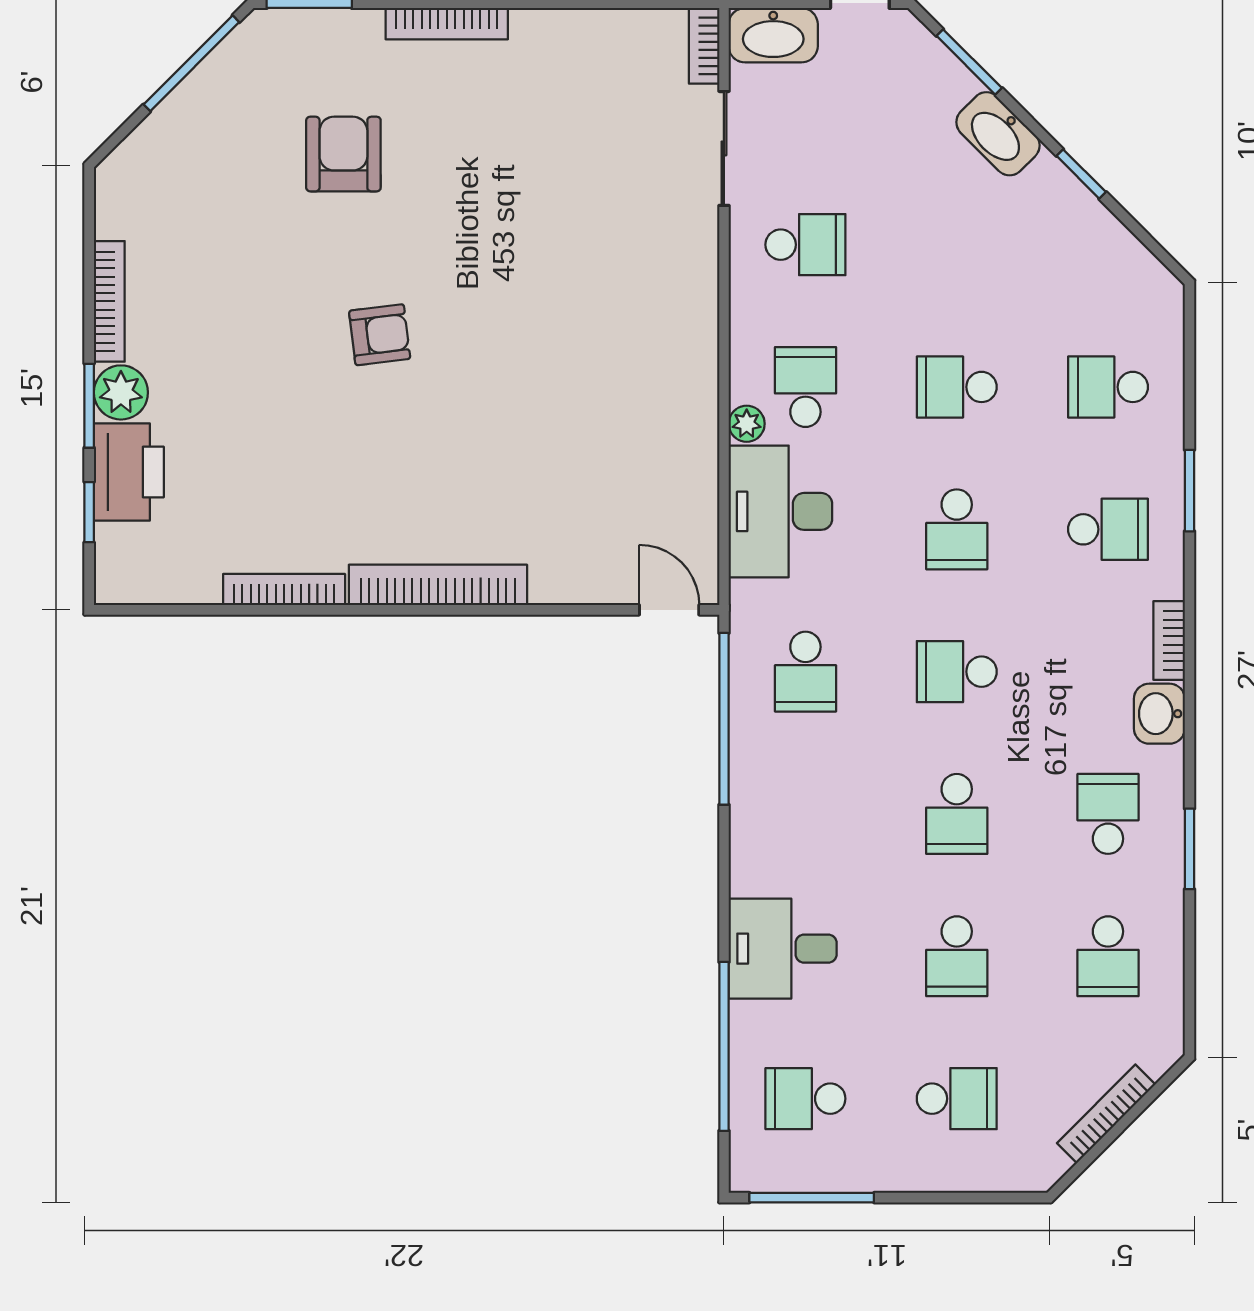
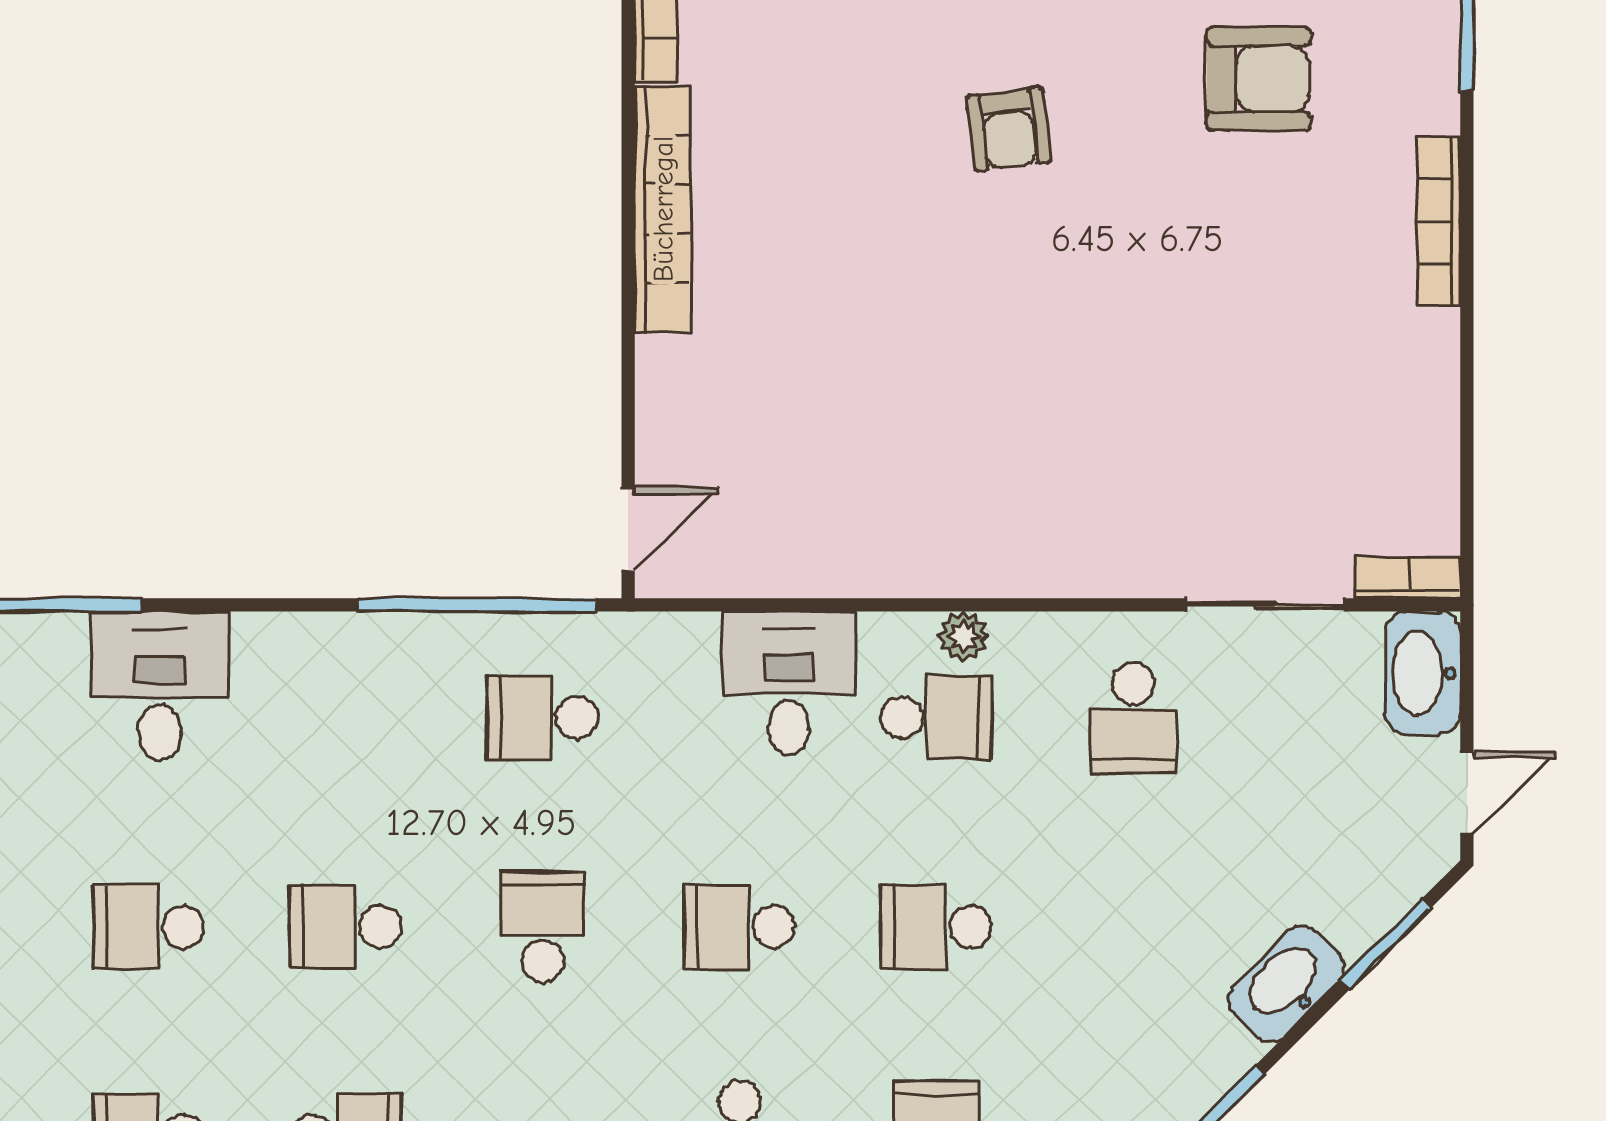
school desk: (957, 387) -> (936, 927), turned -90
plant: (747, 424) -> (963, 636), moved
desk: (780, 511) -> (789, 683), width x0.73

